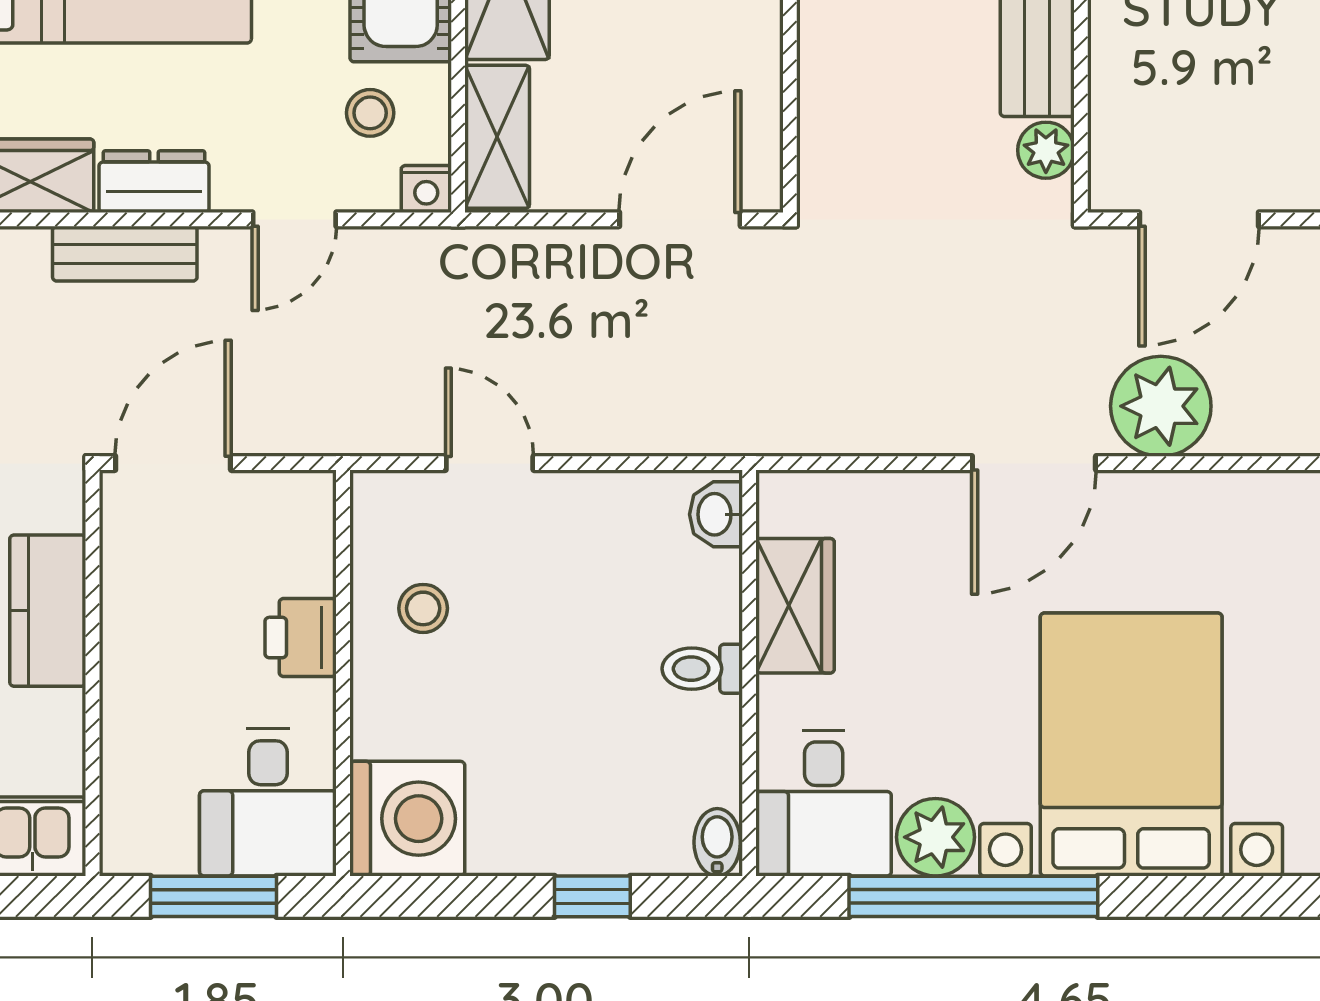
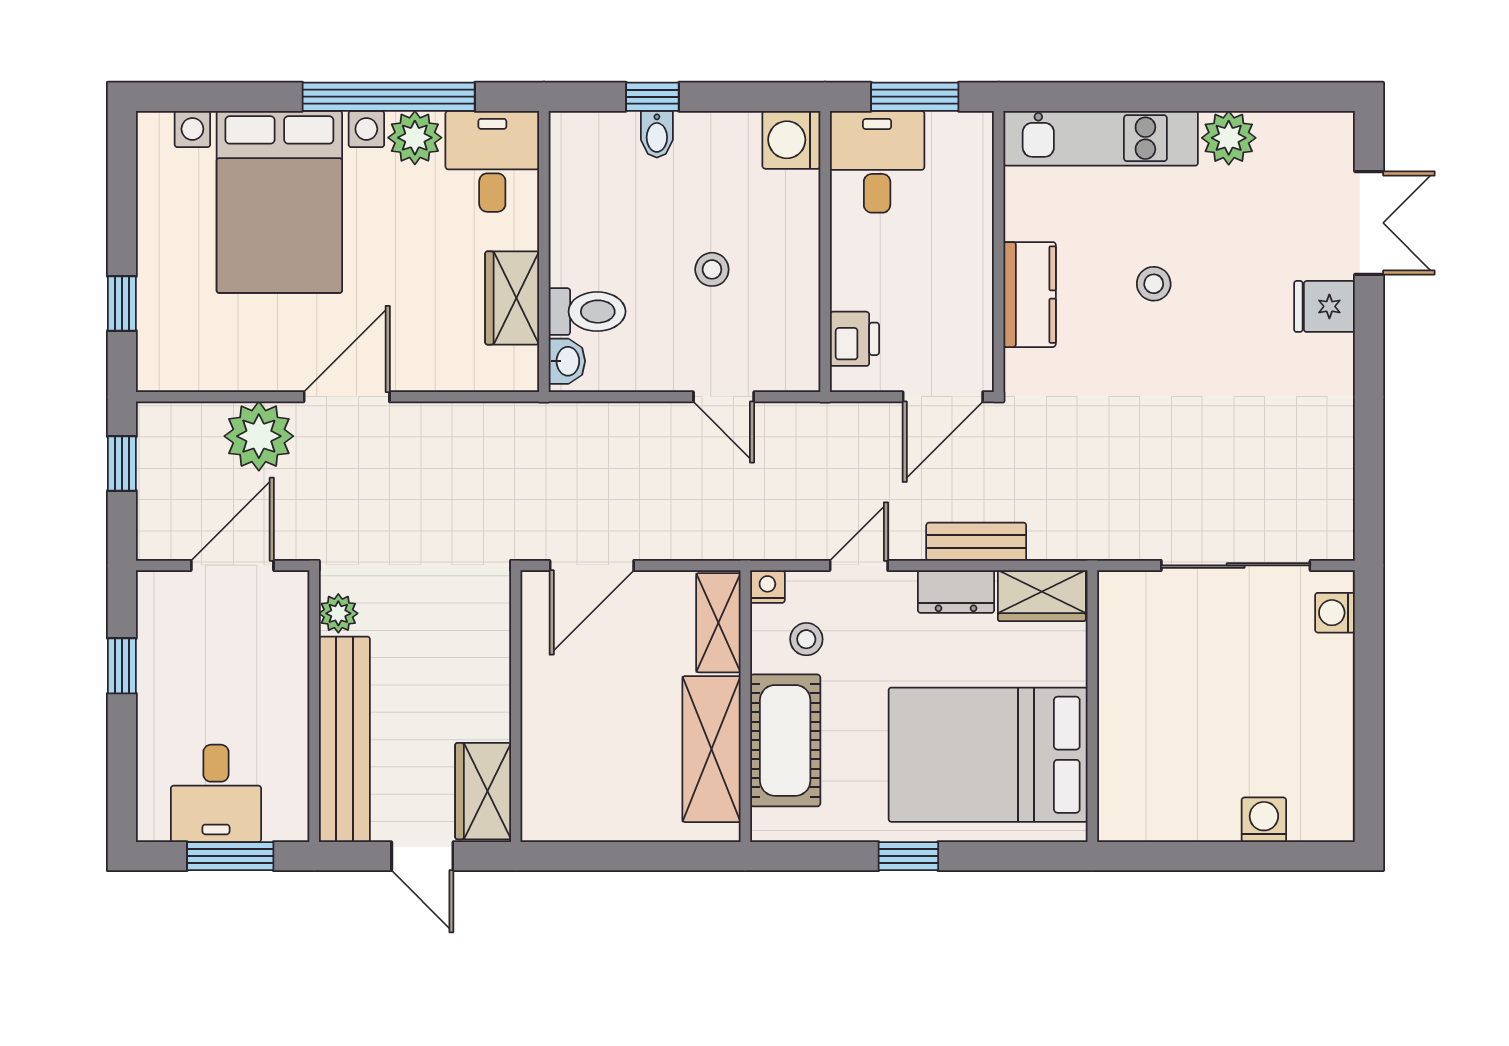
stool: (423, 608) -> (712, 269), moved
printer: (301, 638) -> (854, 339), moved
toilet: (702, 669) -> (587, 312), moved, width x1.37, depth x1.39
washing machine: (407, 819) -> (791, 140), width x0.73, depth x0.73
bidet: (717, 842) -> (657, 134), moved

